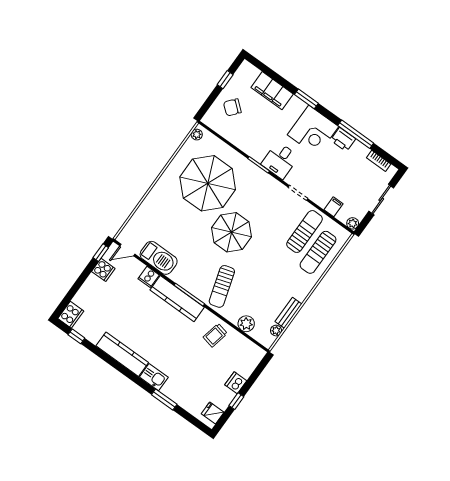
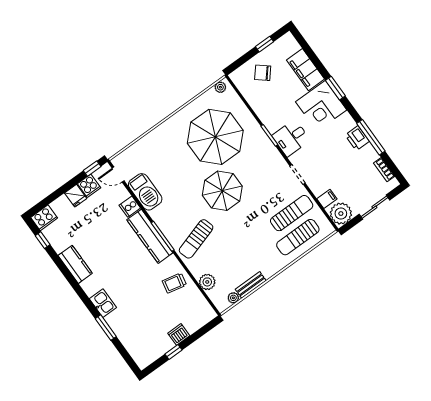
corner desk: (313, 131) -> (321, 106), moved
plant: (353, 223) -> (341, 214), width x1.87, depth x1.87
kitchen counter: (122, 354) -> (75, 264), width x0.67
fridge: (213, 413) -> (76, 196), moved, turned 180

